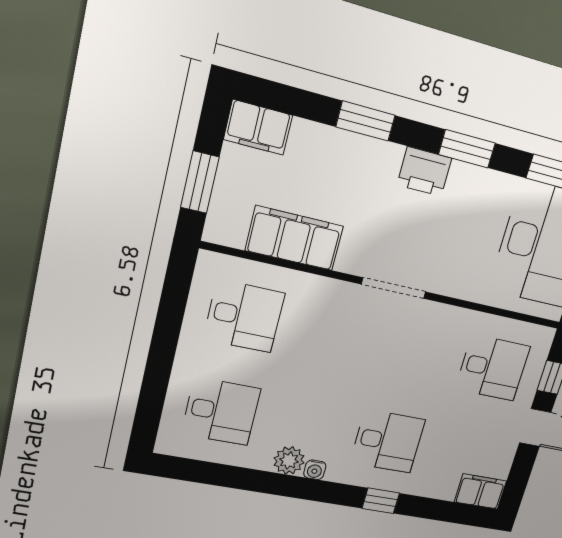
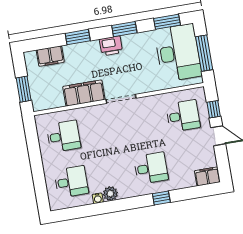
filing cabinet: (258, 127) -> (50, 56), moved
filing cabinet: (294, 238) -> (84, 93), moved
water cooler: (315, 470) -> (98, 198), moved

